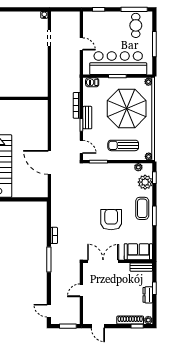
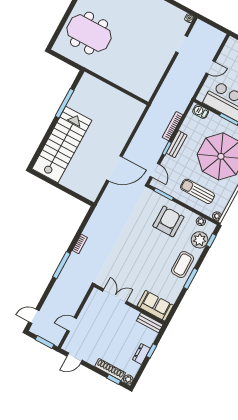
door: (81, 44) -> (211, 67), hinge flipped
door: (49, 162) -> (114, 168), swing flipped
armchair: (111, 220) -> (168, 221), moved
double door: (103, 261) -> (115, 296), width x0.73
door: (81, 290) -> (72, 324), moved
door: (49, 311) -> (34, 316), hinge flipped
door: (98, 326) -> (75, 358), hinge flipped

